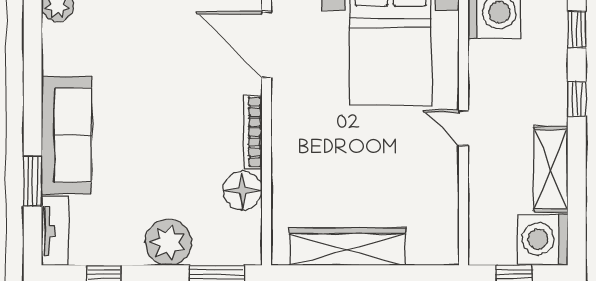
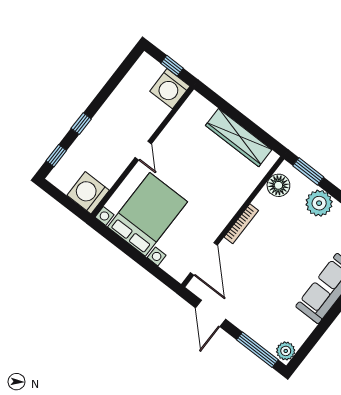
shelving: (551, 169) -> (118, 101), removed
floor lamp: (243, 190) -> (278, 185), moved
washing machine: (543, 239) -> (170, 89), moved, turned 90

